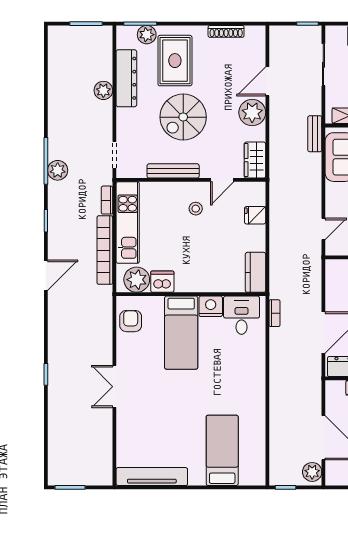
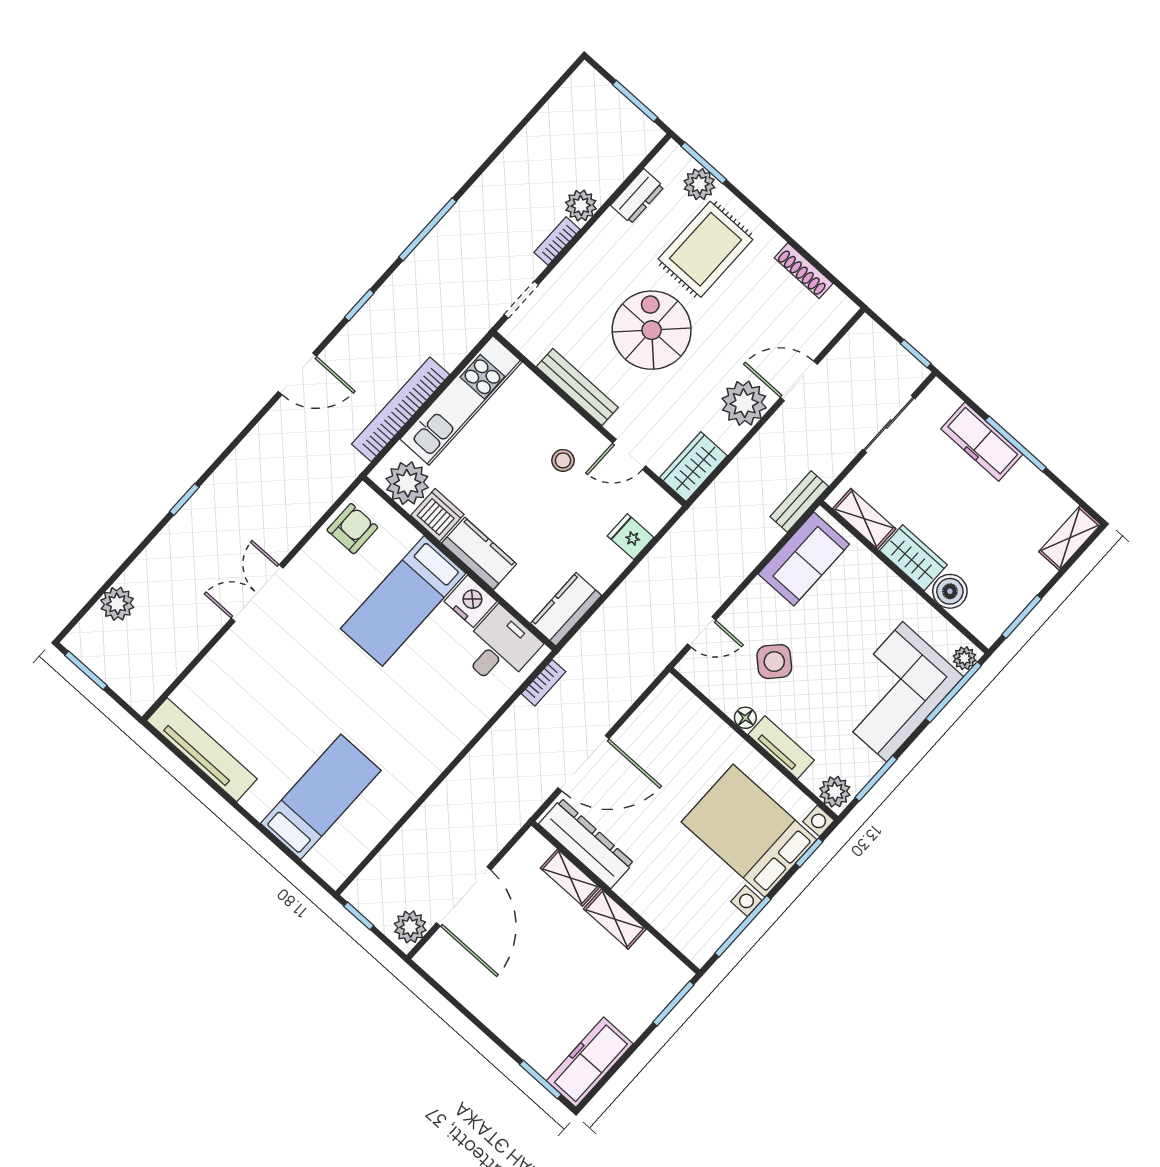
dresser: (126, 78) -> (637, 196), width x0.51, depth x0.80
spiral stairs: (183, 117) -> (652, 330), turned 90
plant: (58, 170) -> (117, 604), moved
bookcase: (107, 200) -> (557, 241), moved
kitchen counter: (196, 282) -> (479, 554), added

